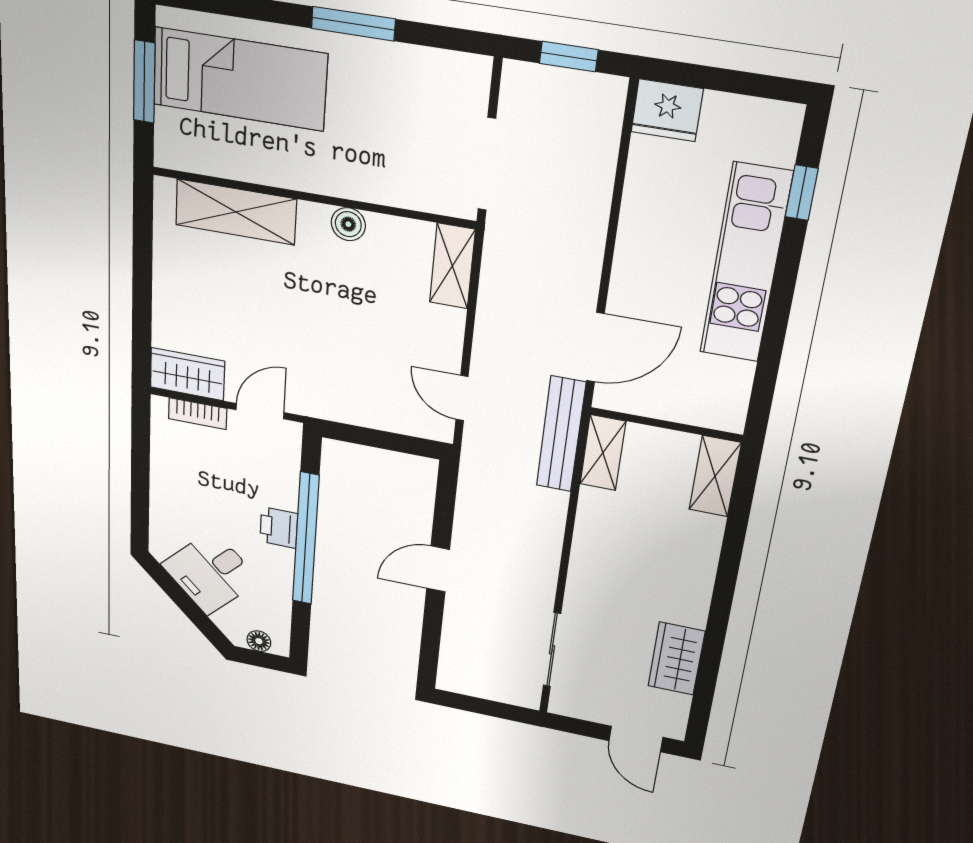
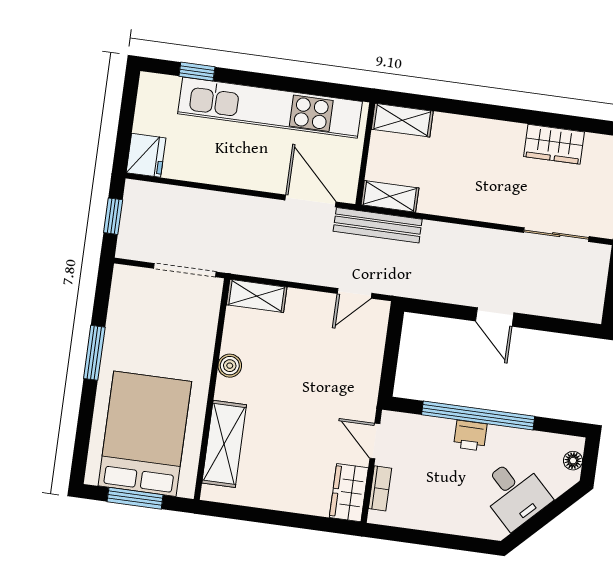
bed: (240, 79) -> (145, 434), width x1.50
kitchen unit: (746, 264) -> (270, 108), width x1.36

